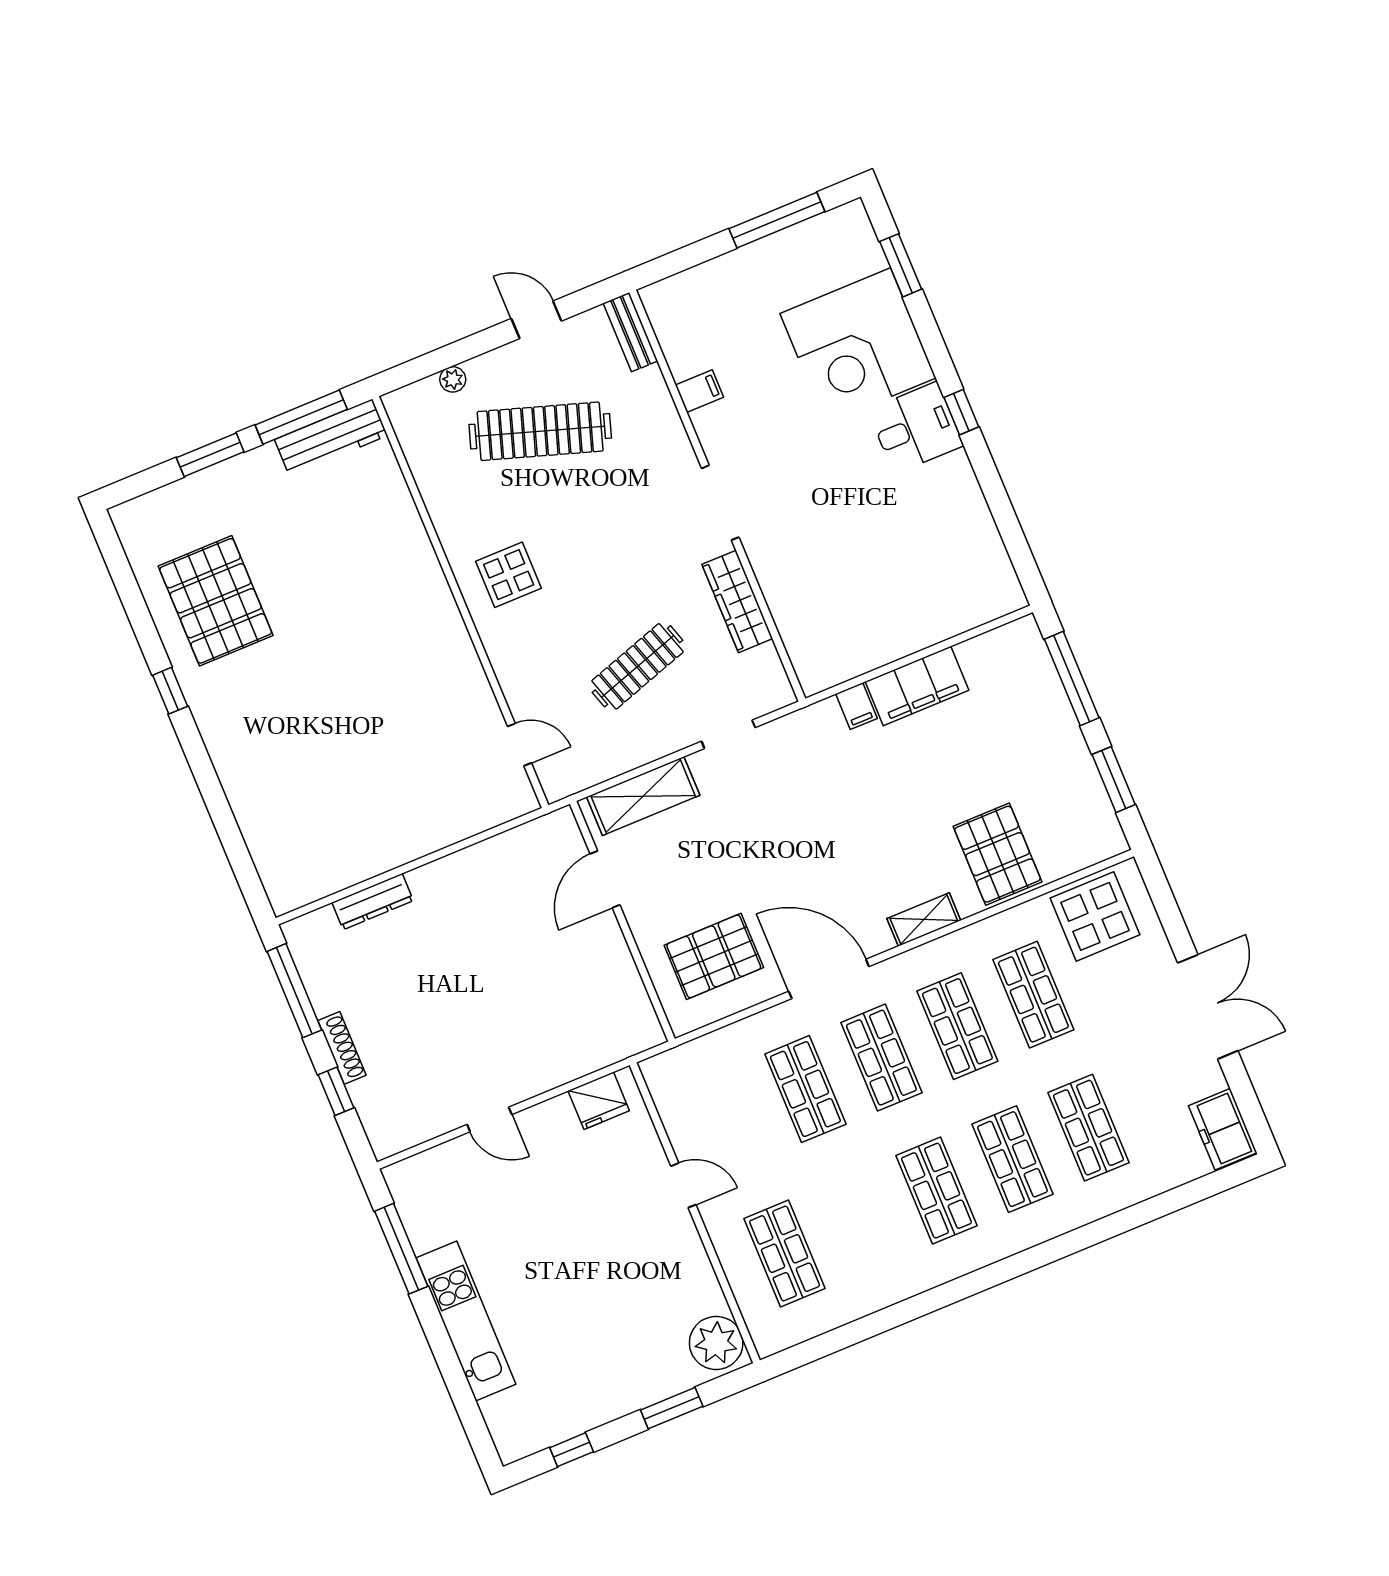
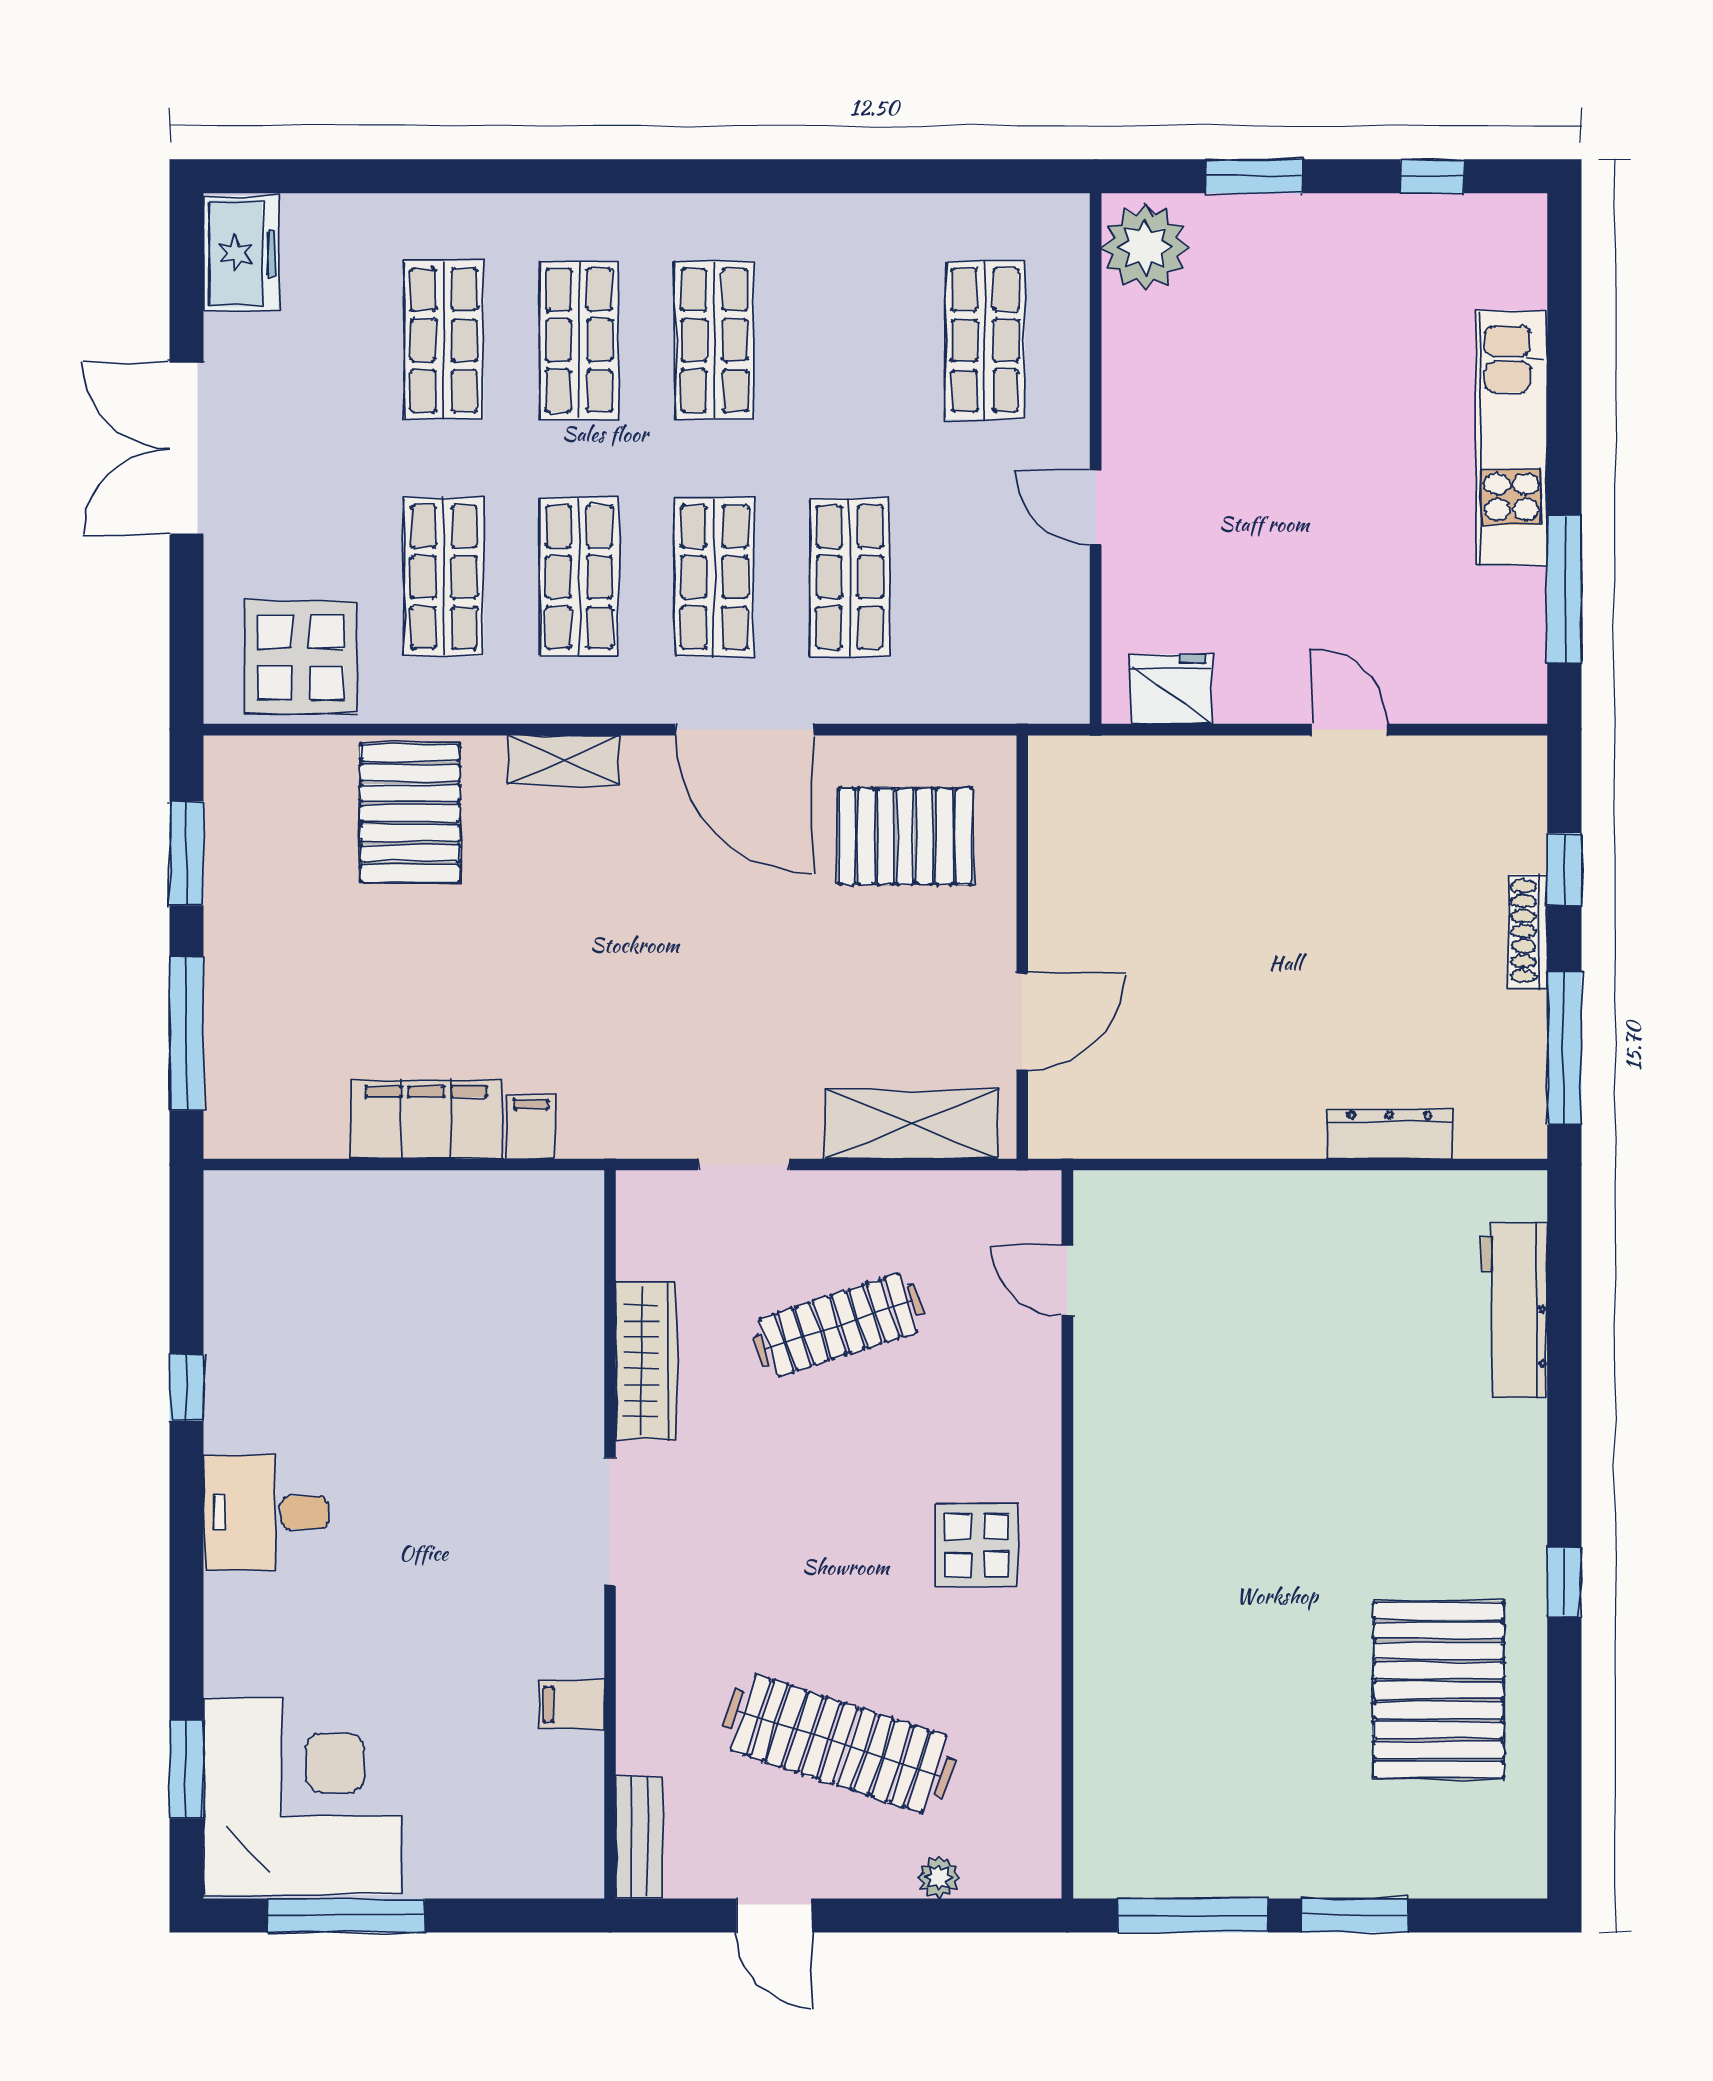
corner desk: (858, 346) -> (302, 1796), moved
window: (961, 412) -> (186, 1387), moved
workbench: (331, 438) -> (1515, 1310), moved, turned -90

